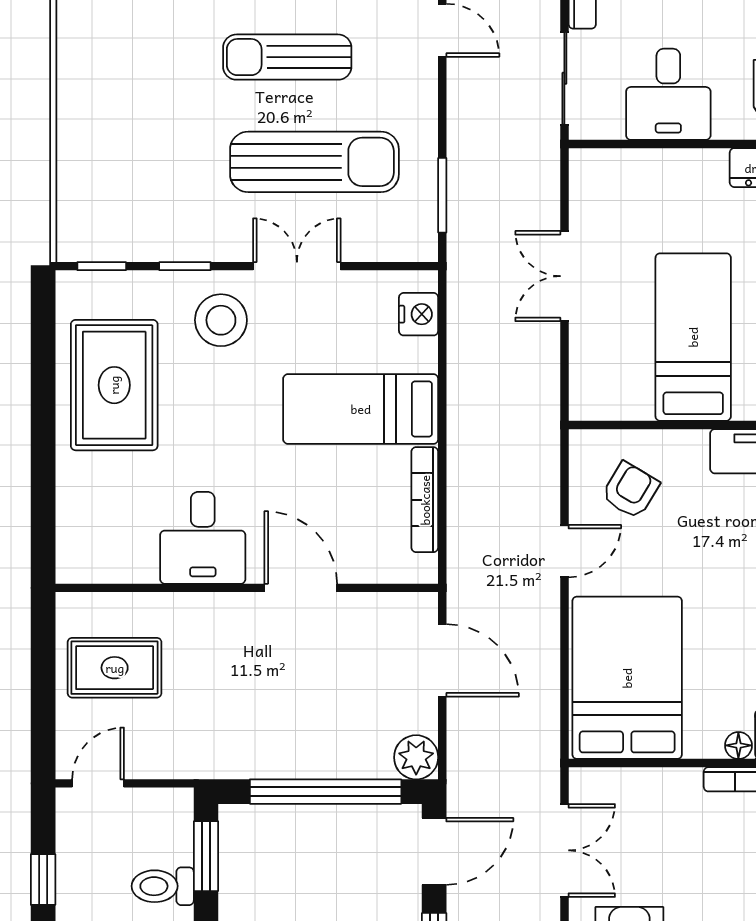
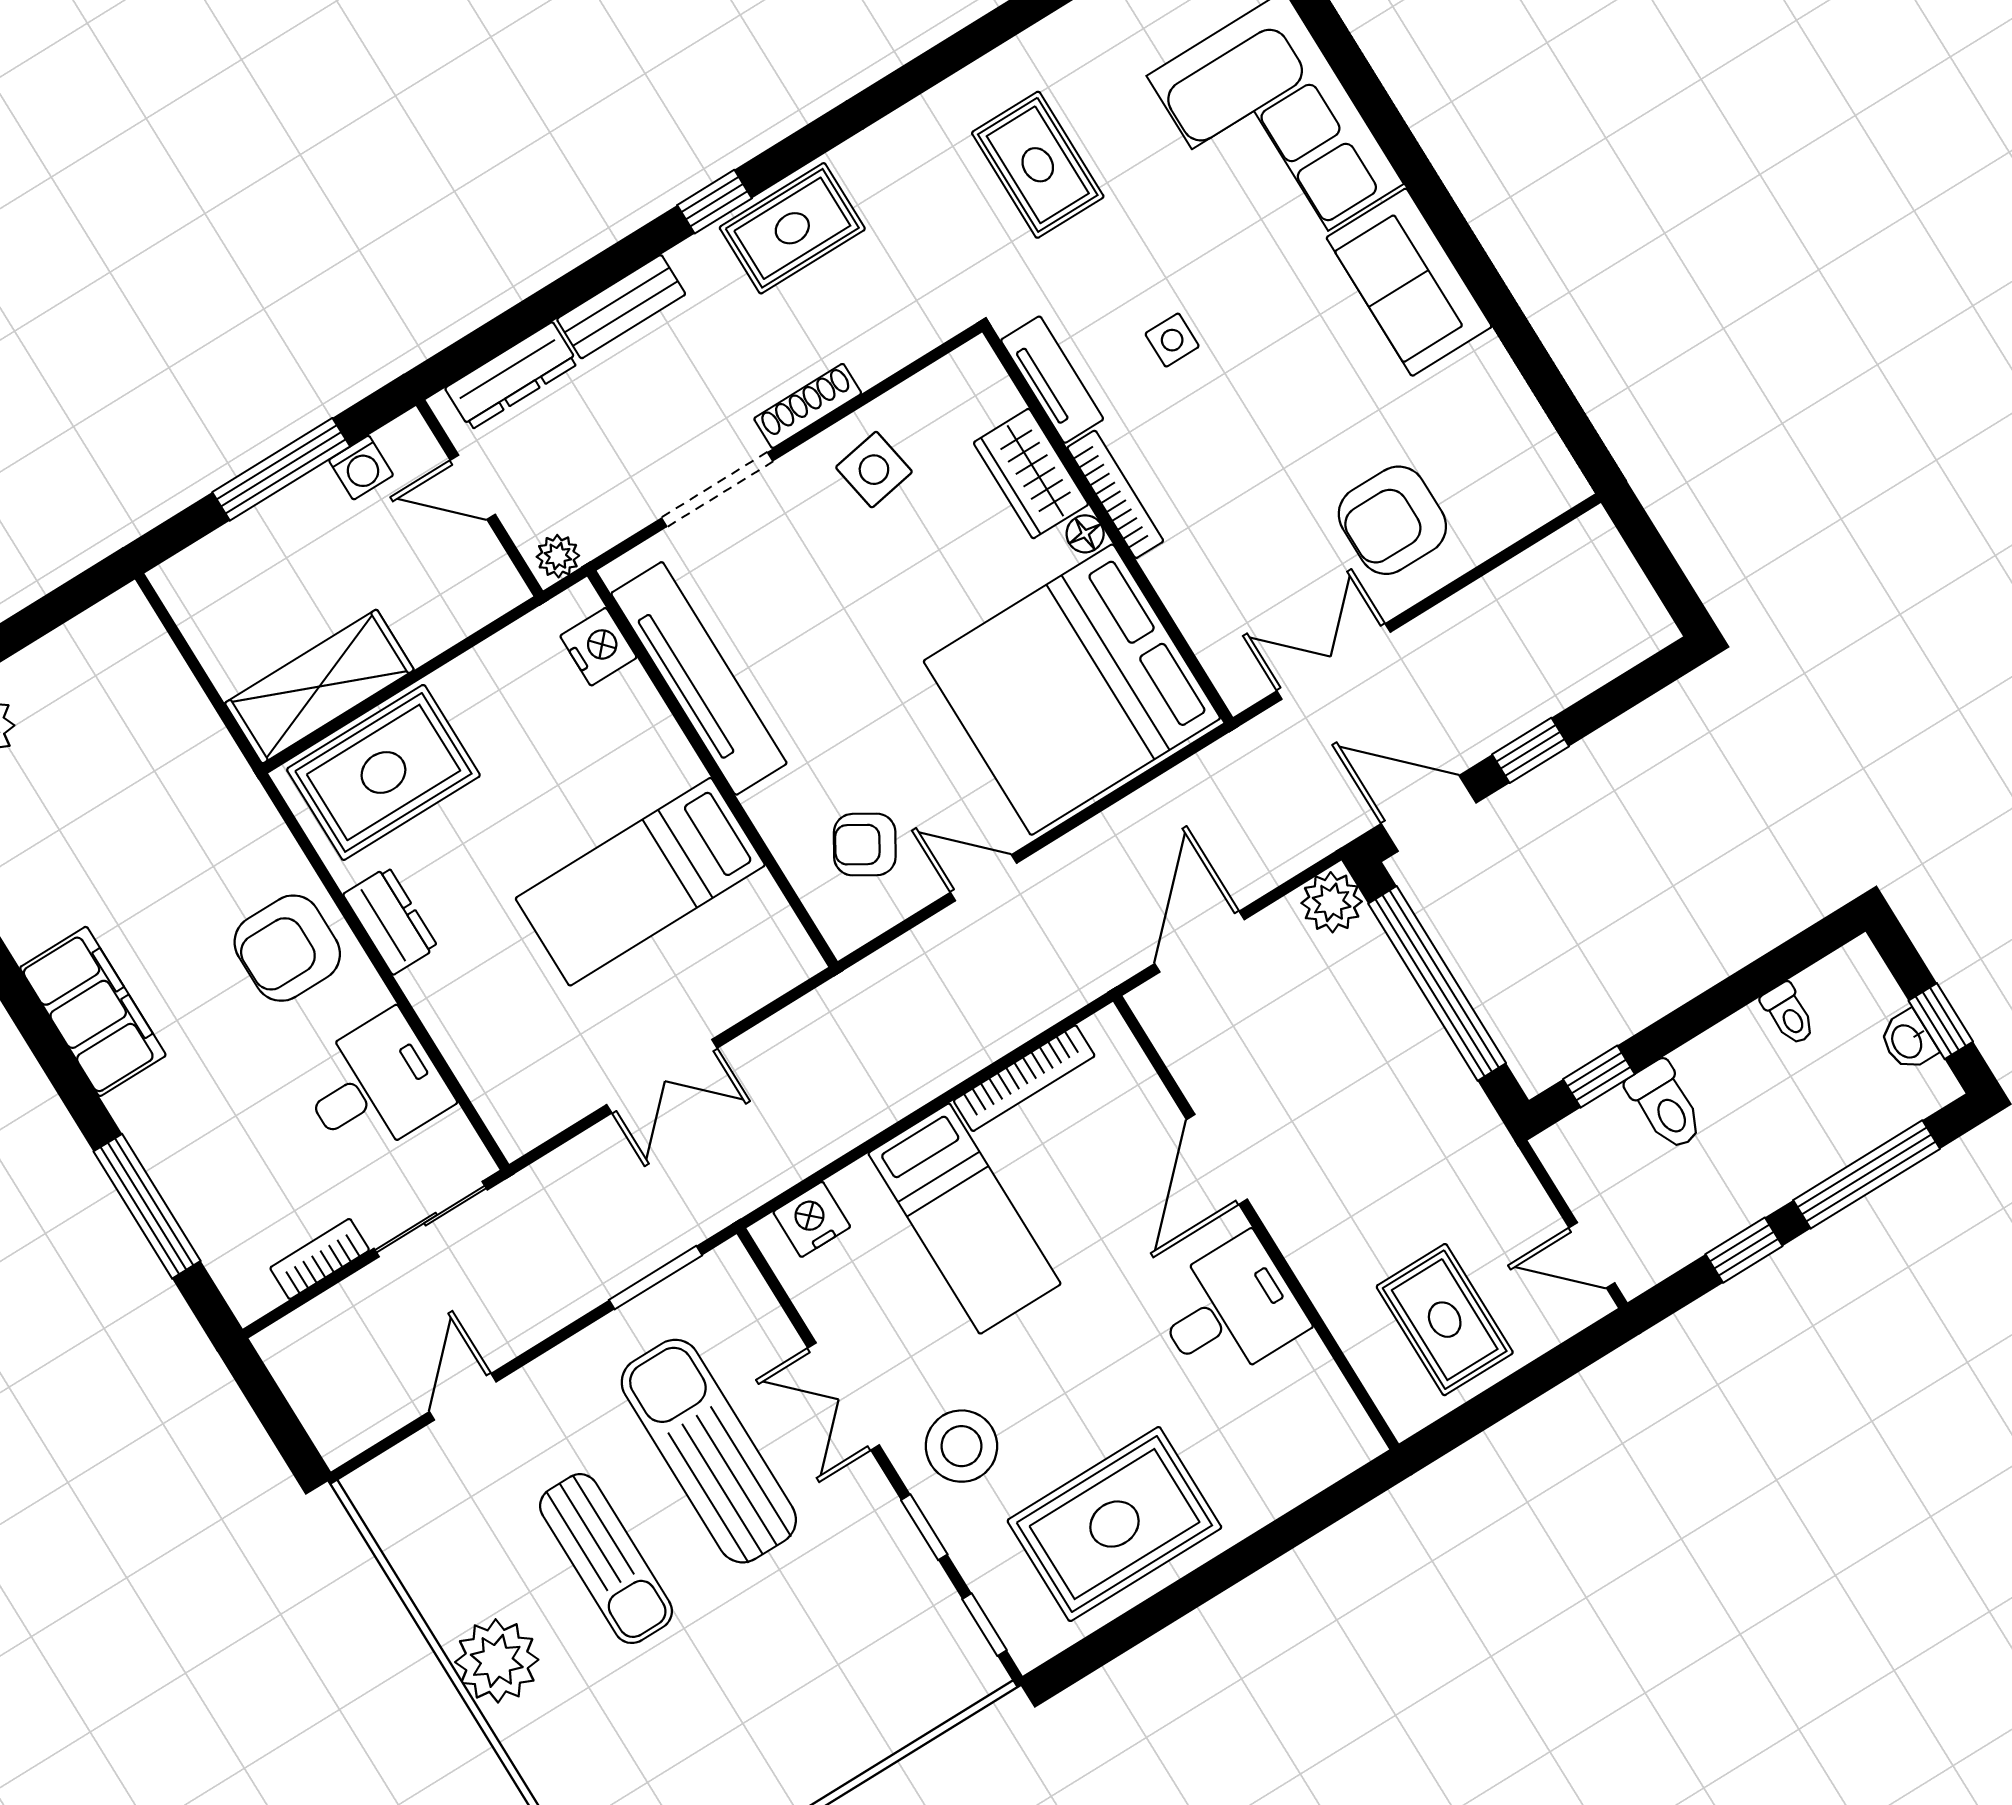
bed: (627, 678) -> (1072, 690), width x1.36
window: (206, 856) -> (1599, 1077), width x0.67

